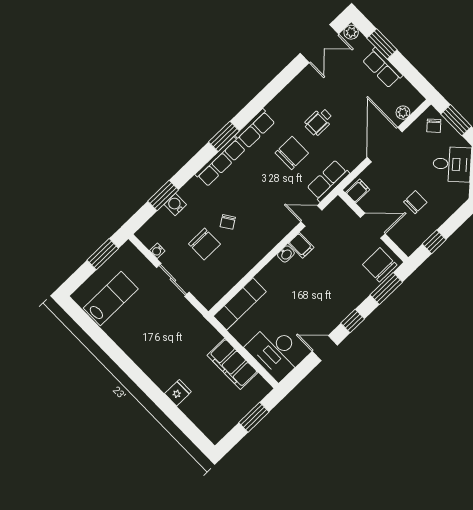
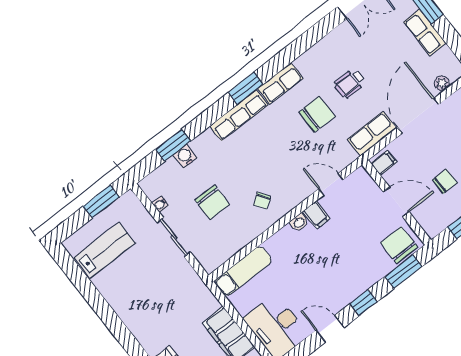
row of seats: (328, 181) -> (372, 134), moved
chair: (228, 222) -> (262, 201), moved

